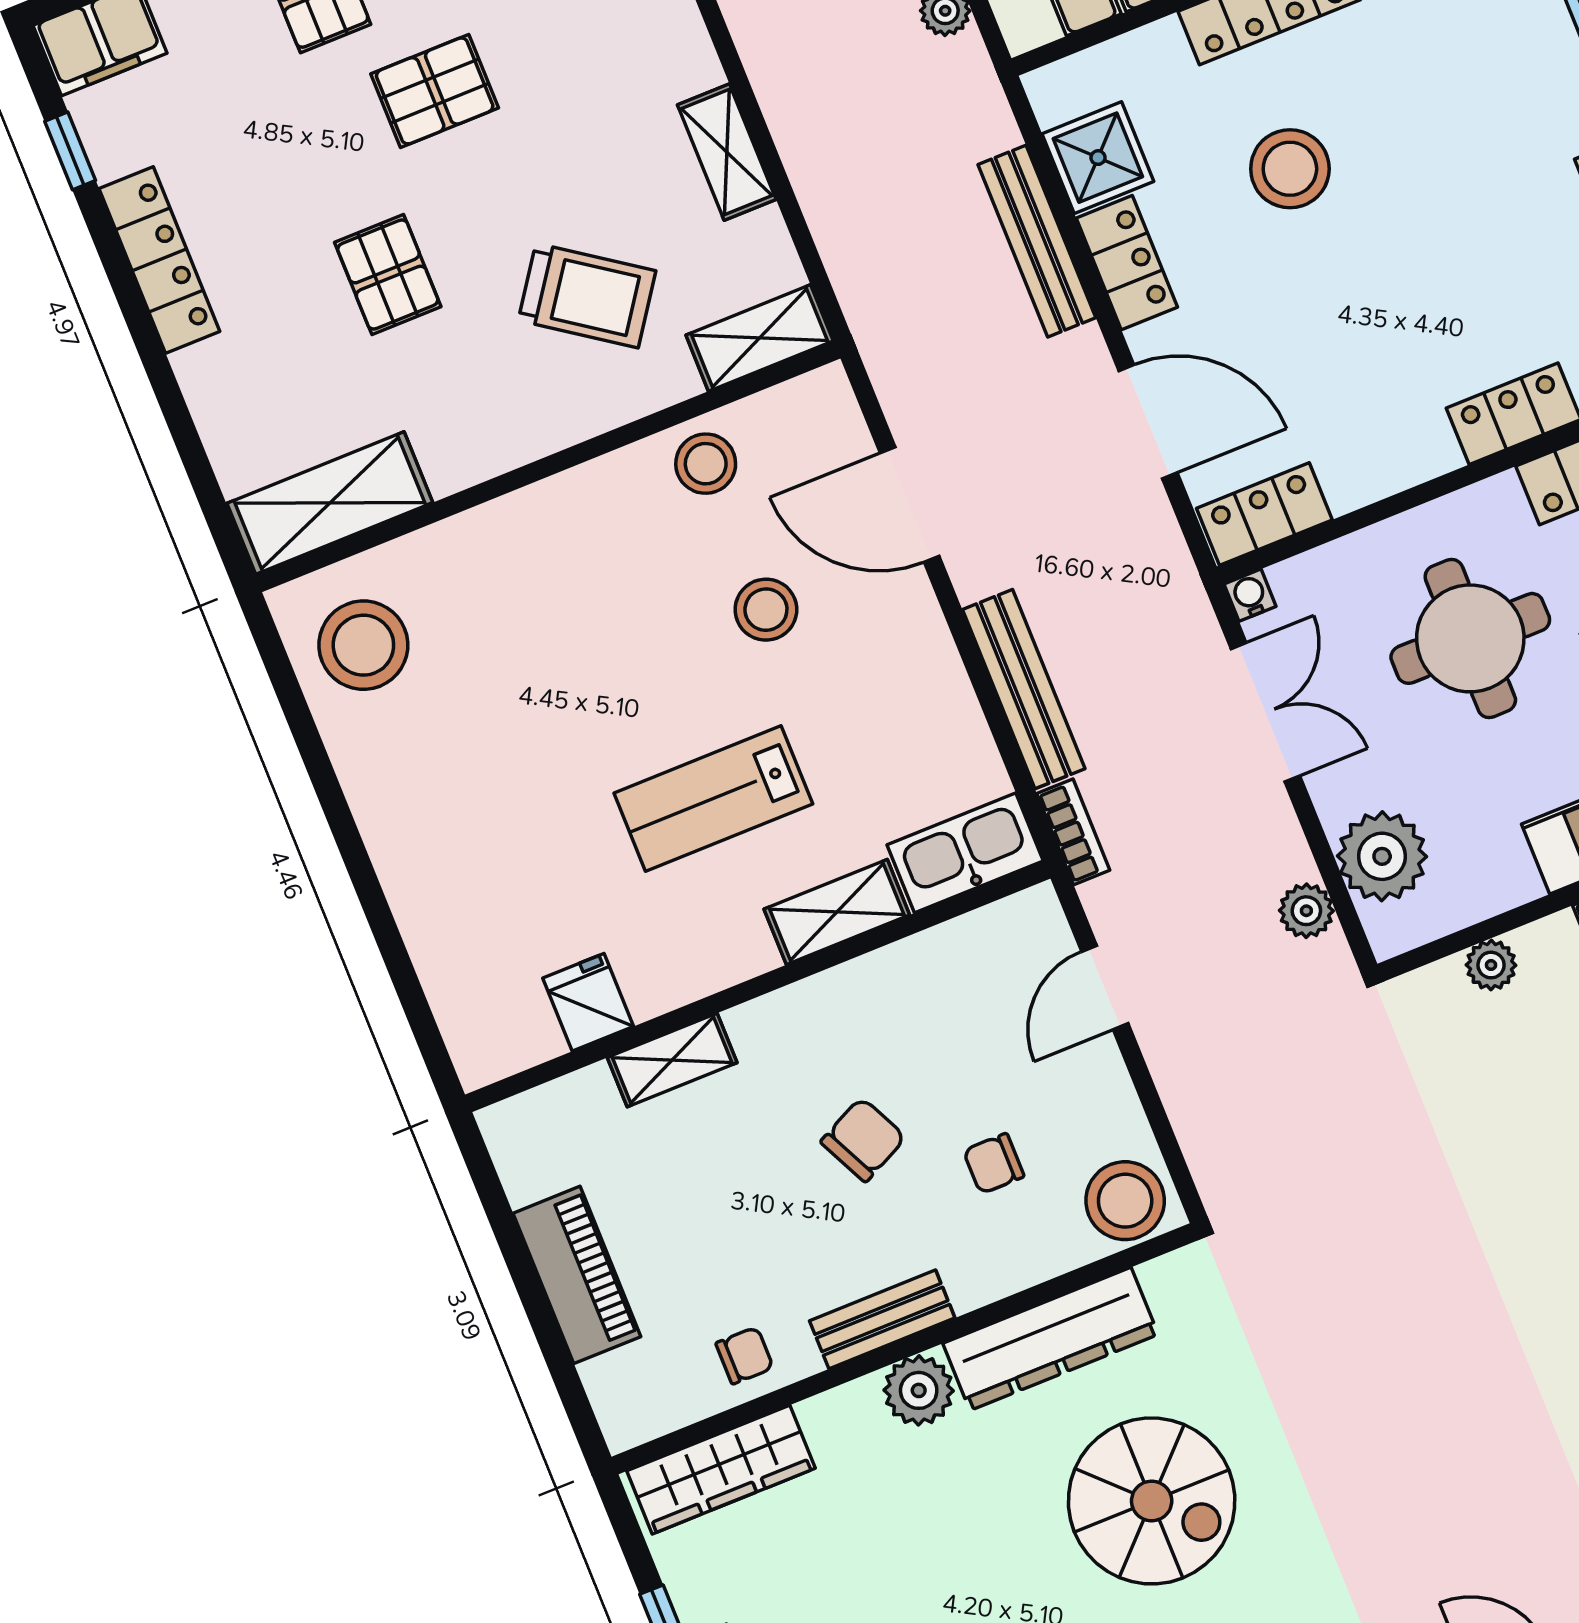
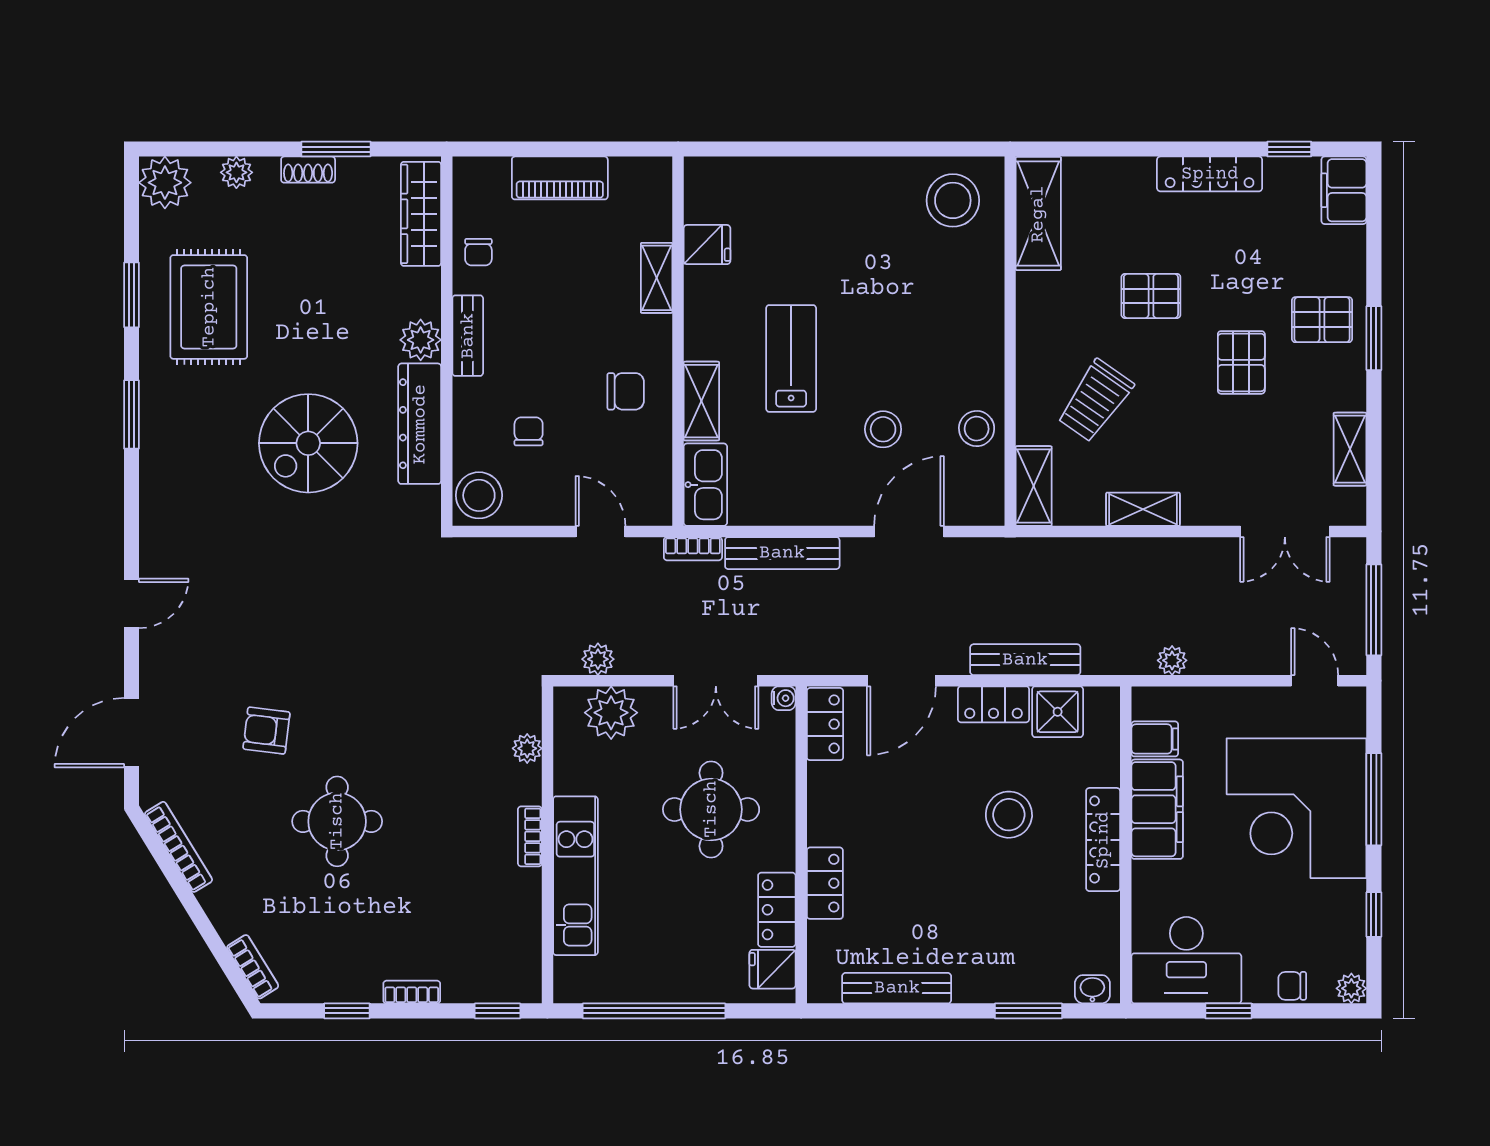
chair: (863, 1140) -> (626, 391), moved, turned -64

